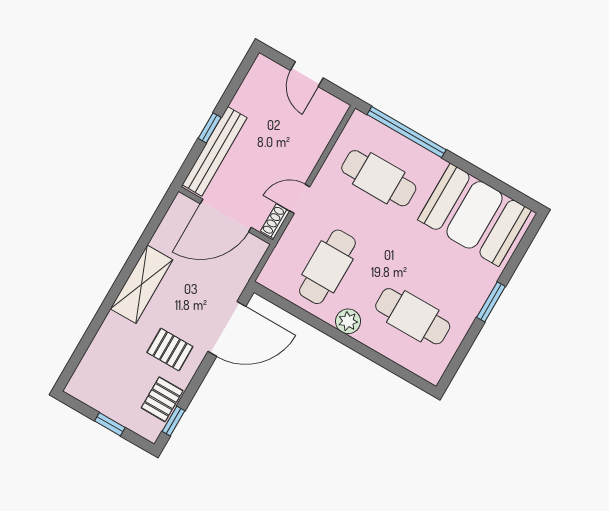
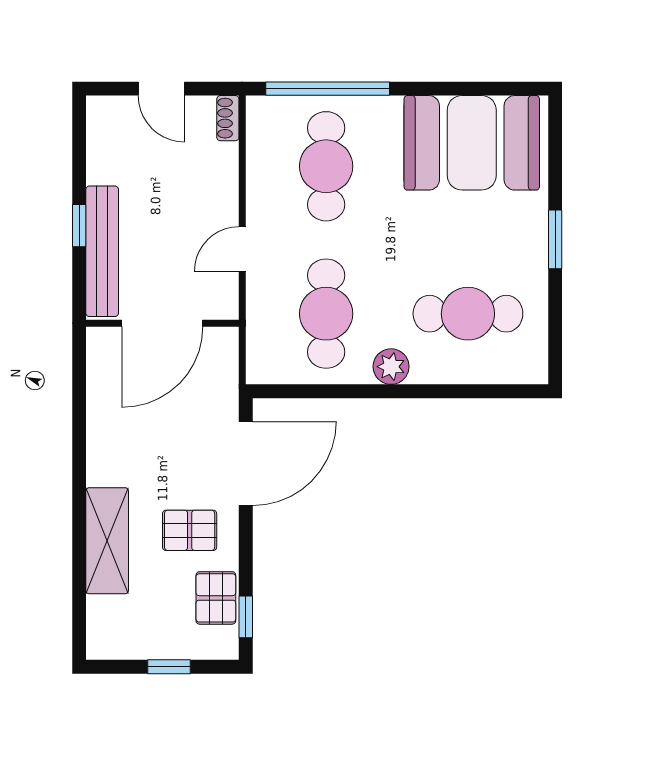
cafe table: (379, 178) -> (326, 166), turned 90
shoe rack: (275, 221) -> (228, 118), moved
shelving: (142, 284) -> (107, 541), moved

